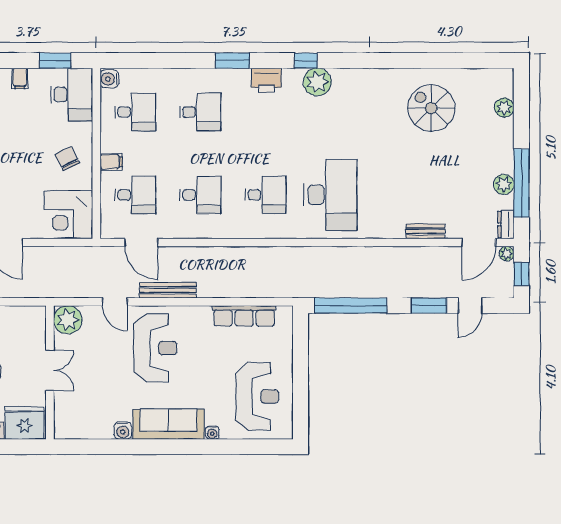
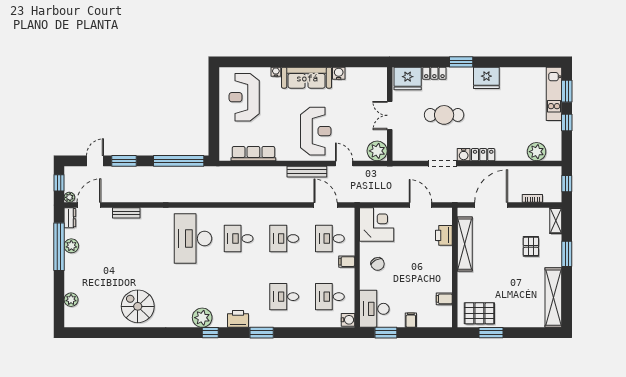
spiral stairs: (431, 108) -> (138, 306), moved, turned 180
reception desk: (155, 348) -> (316, 131), turned 180

